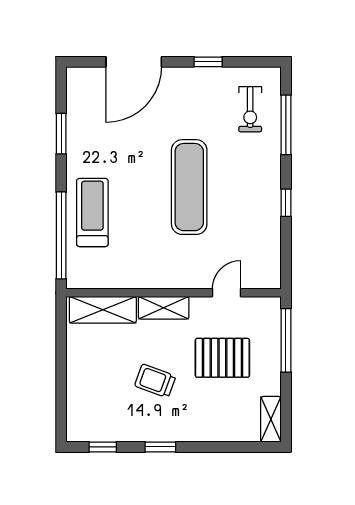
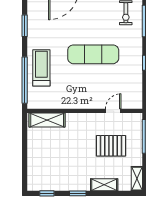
exercise mat: (189, 187) -> (93, 54), turned 90
shelving: (164, 308) -> (104, 185), moved
trolley: (155, 381) -> (75, 158), removed

